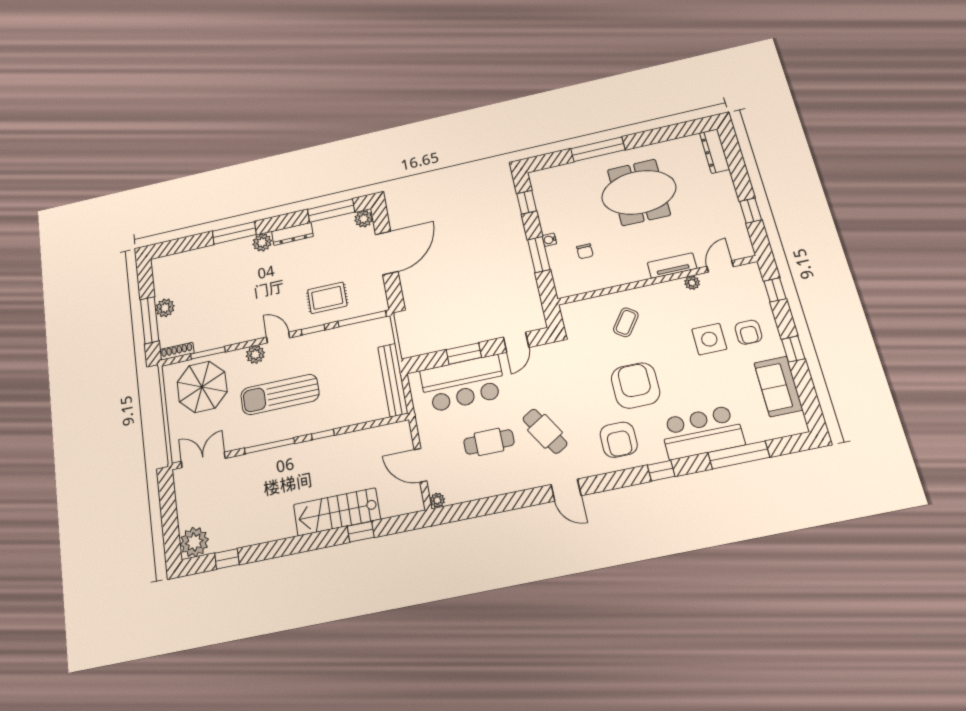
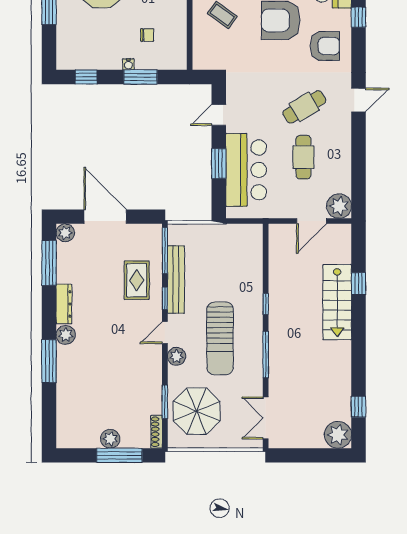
door: (516, 342) -> (219, 115), swing flipped
bench: (393, 380) -> (176, 280), moved, turned 90
plant: (437, 500) -> (339, 206), width x1.87, depth x1.87

